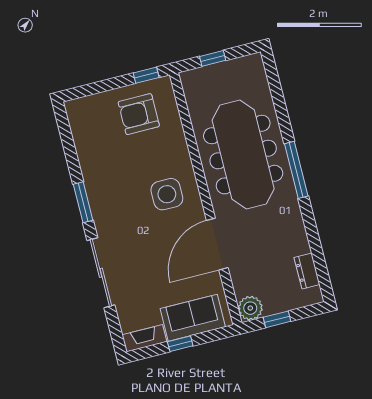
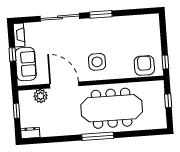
armchair: (139, 114) -> (144, 65), moved
dresser: (307, 271) -> (30, 133), moved
plant: (250, 308) -> (41, 96), moved

